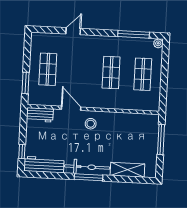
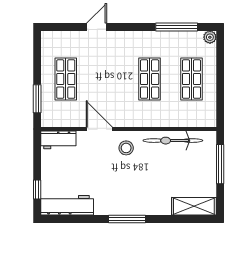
bicycle: (87, 167) -> (173, 141), moved, turned 180
shelving: (127, 170) -> (194, 206), moved

